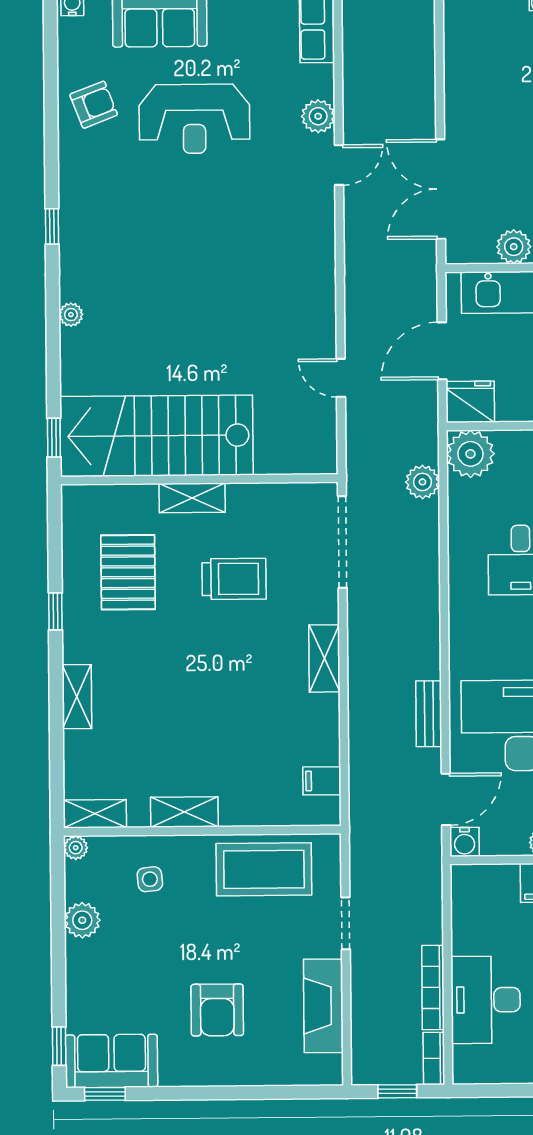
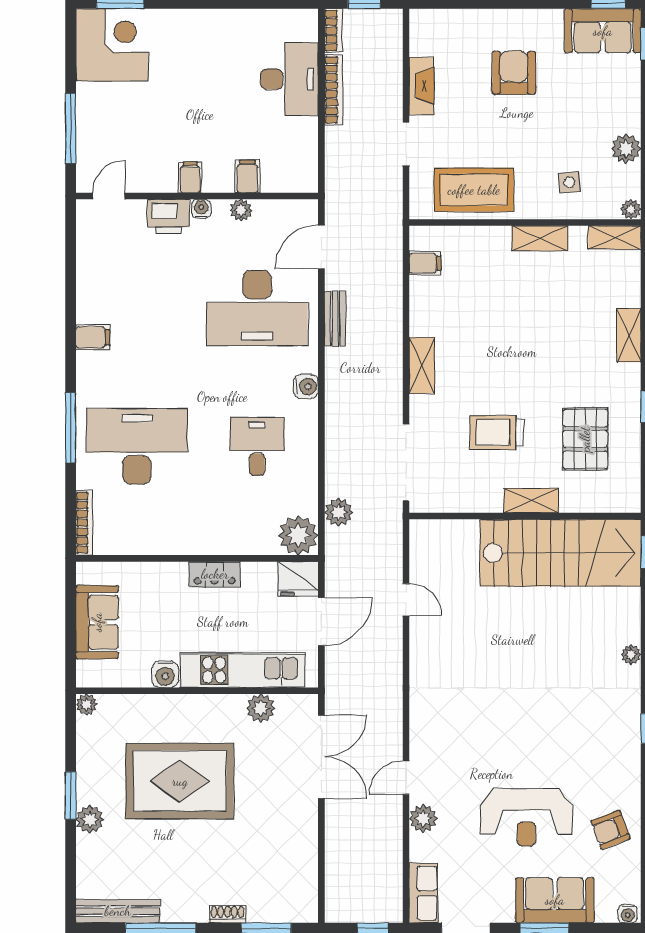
reception desk: (194, 119) -> (526, 817), turned 180
water cooler: (465, 842) -> (306, 387), moved, turned 90
fireplace: (323, 1006) -> (421, 86), width x0.73, depth x0.76

